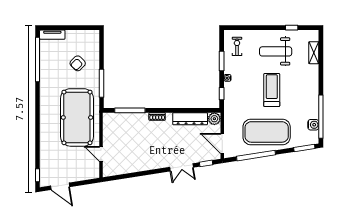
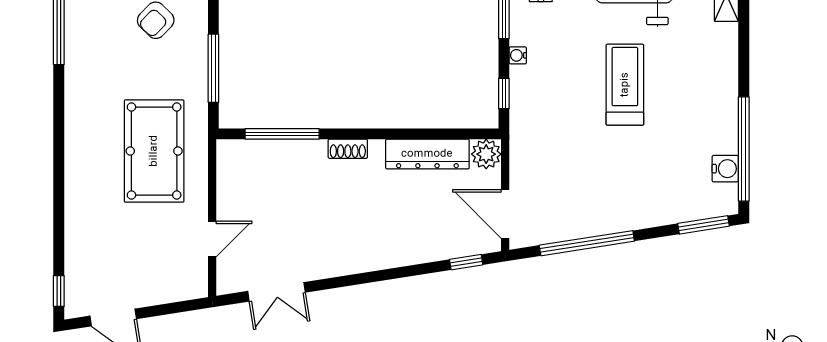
pool table: (77, 117) -> (154, 151), width x0.73, depth x0.76
exercise mat: (267, 132) -> (612, 186), removed
door: (101, 154) -> (212, 239), swing flipped
double door: (181, 167) -> (276, 292), moved

